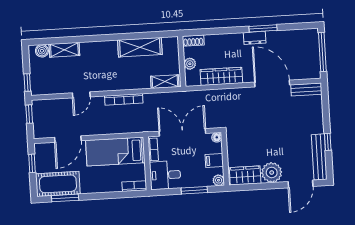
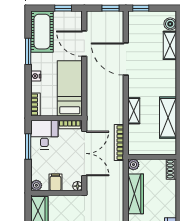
plant: (190, 64) -> (133, 165), moved
shelving: (165, 82) -> (134, 111), moved
door: (81, 95) -> (126, 59), width x1.88
bookcase: (124, 99) -> (119, 143), moved
nightstand: (105, 188) -> (36, 76), added
window: (194, 190) -> (28, 147), moved
window: (65, 198) -> (28, 51), moved

